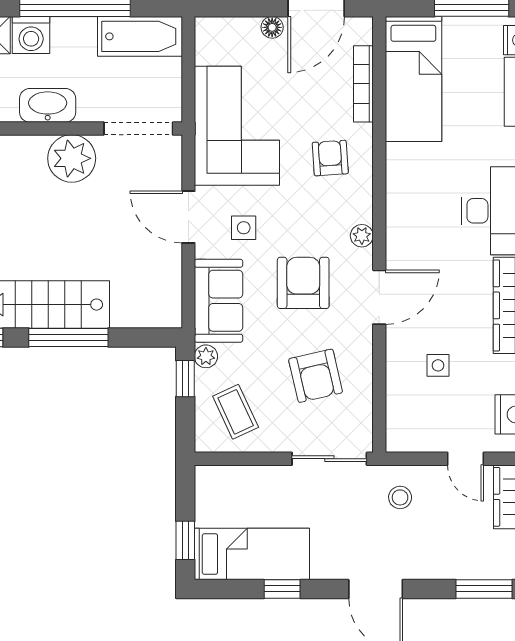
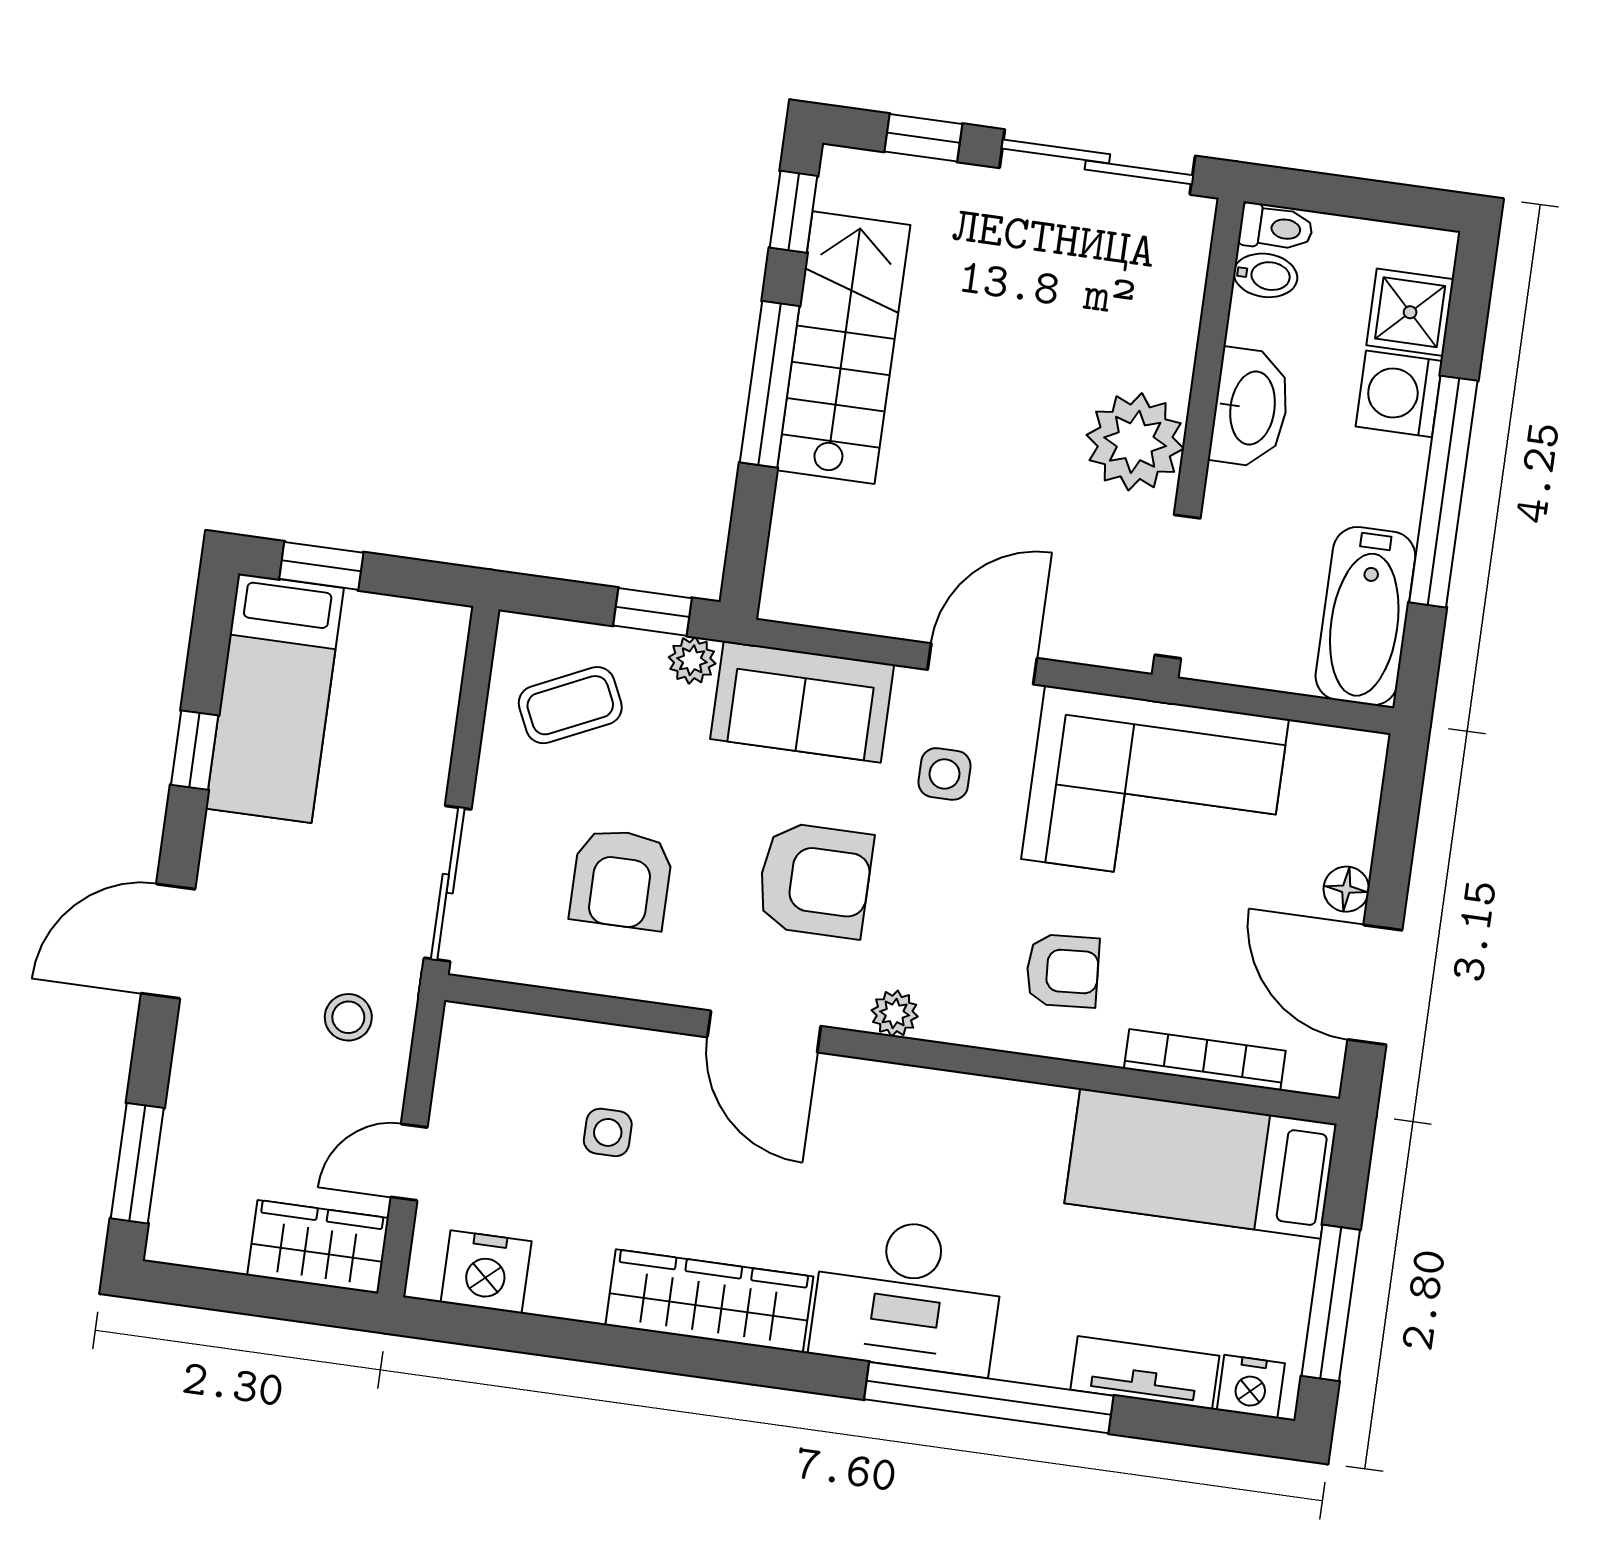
armchair: (316, 376) -> (621, 879), turned -77

